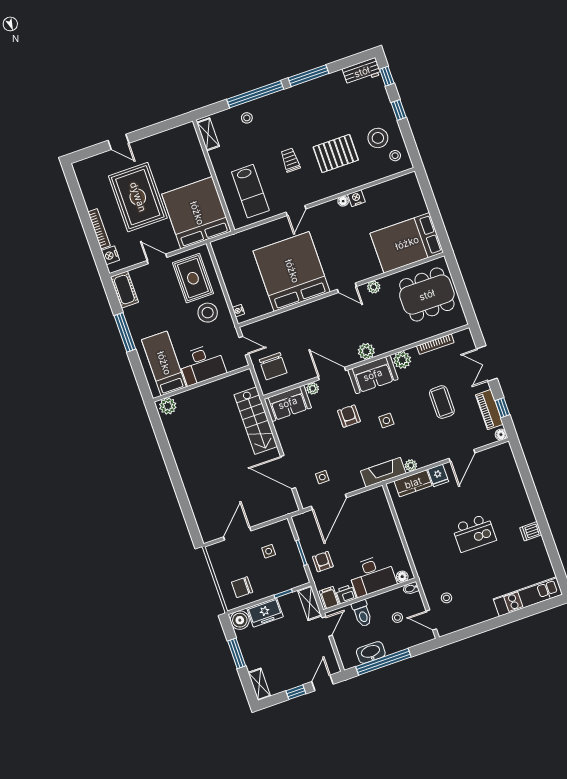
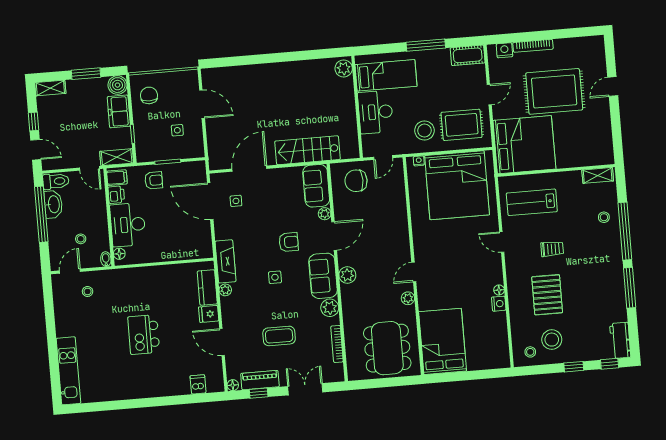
bed: (292, 271) -> (457, 185), moved, turned 90
dishwasher: (531, 531) -> (198, 384), moved
toilet: (362, 613) -> (56, 181), moved, turned 180

